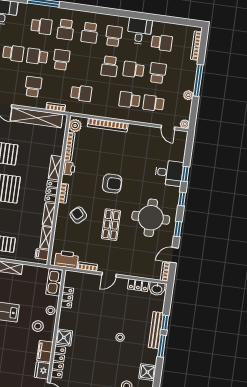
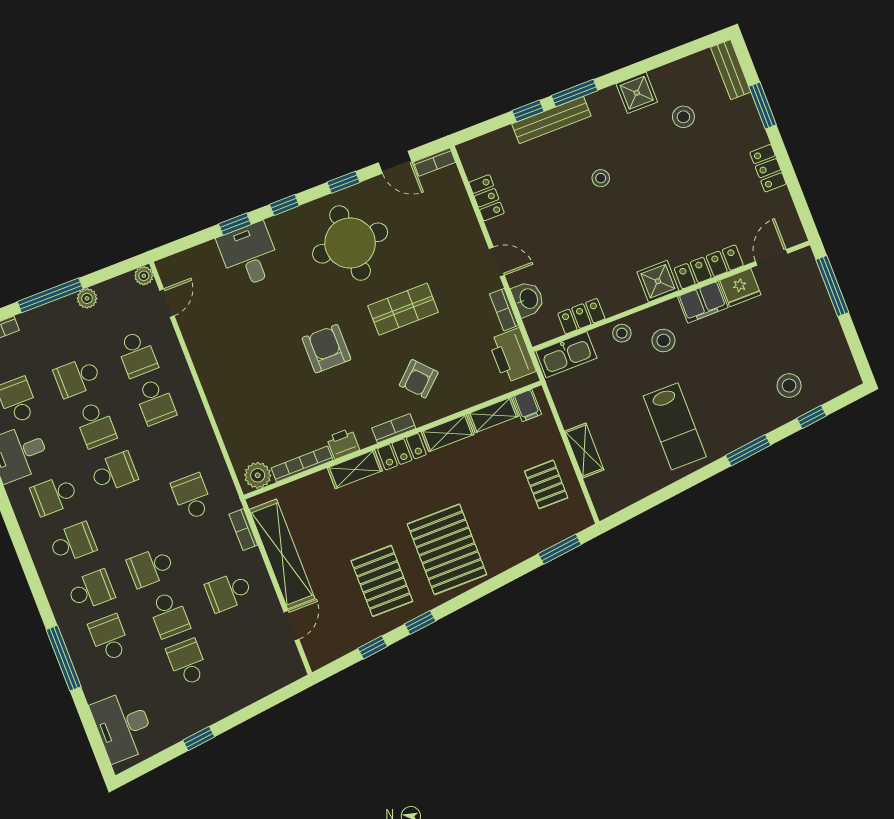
bookcase: (108, 125) -> (223, 416), removed
washbasin: (157, 289) -> (528, 299), moved

